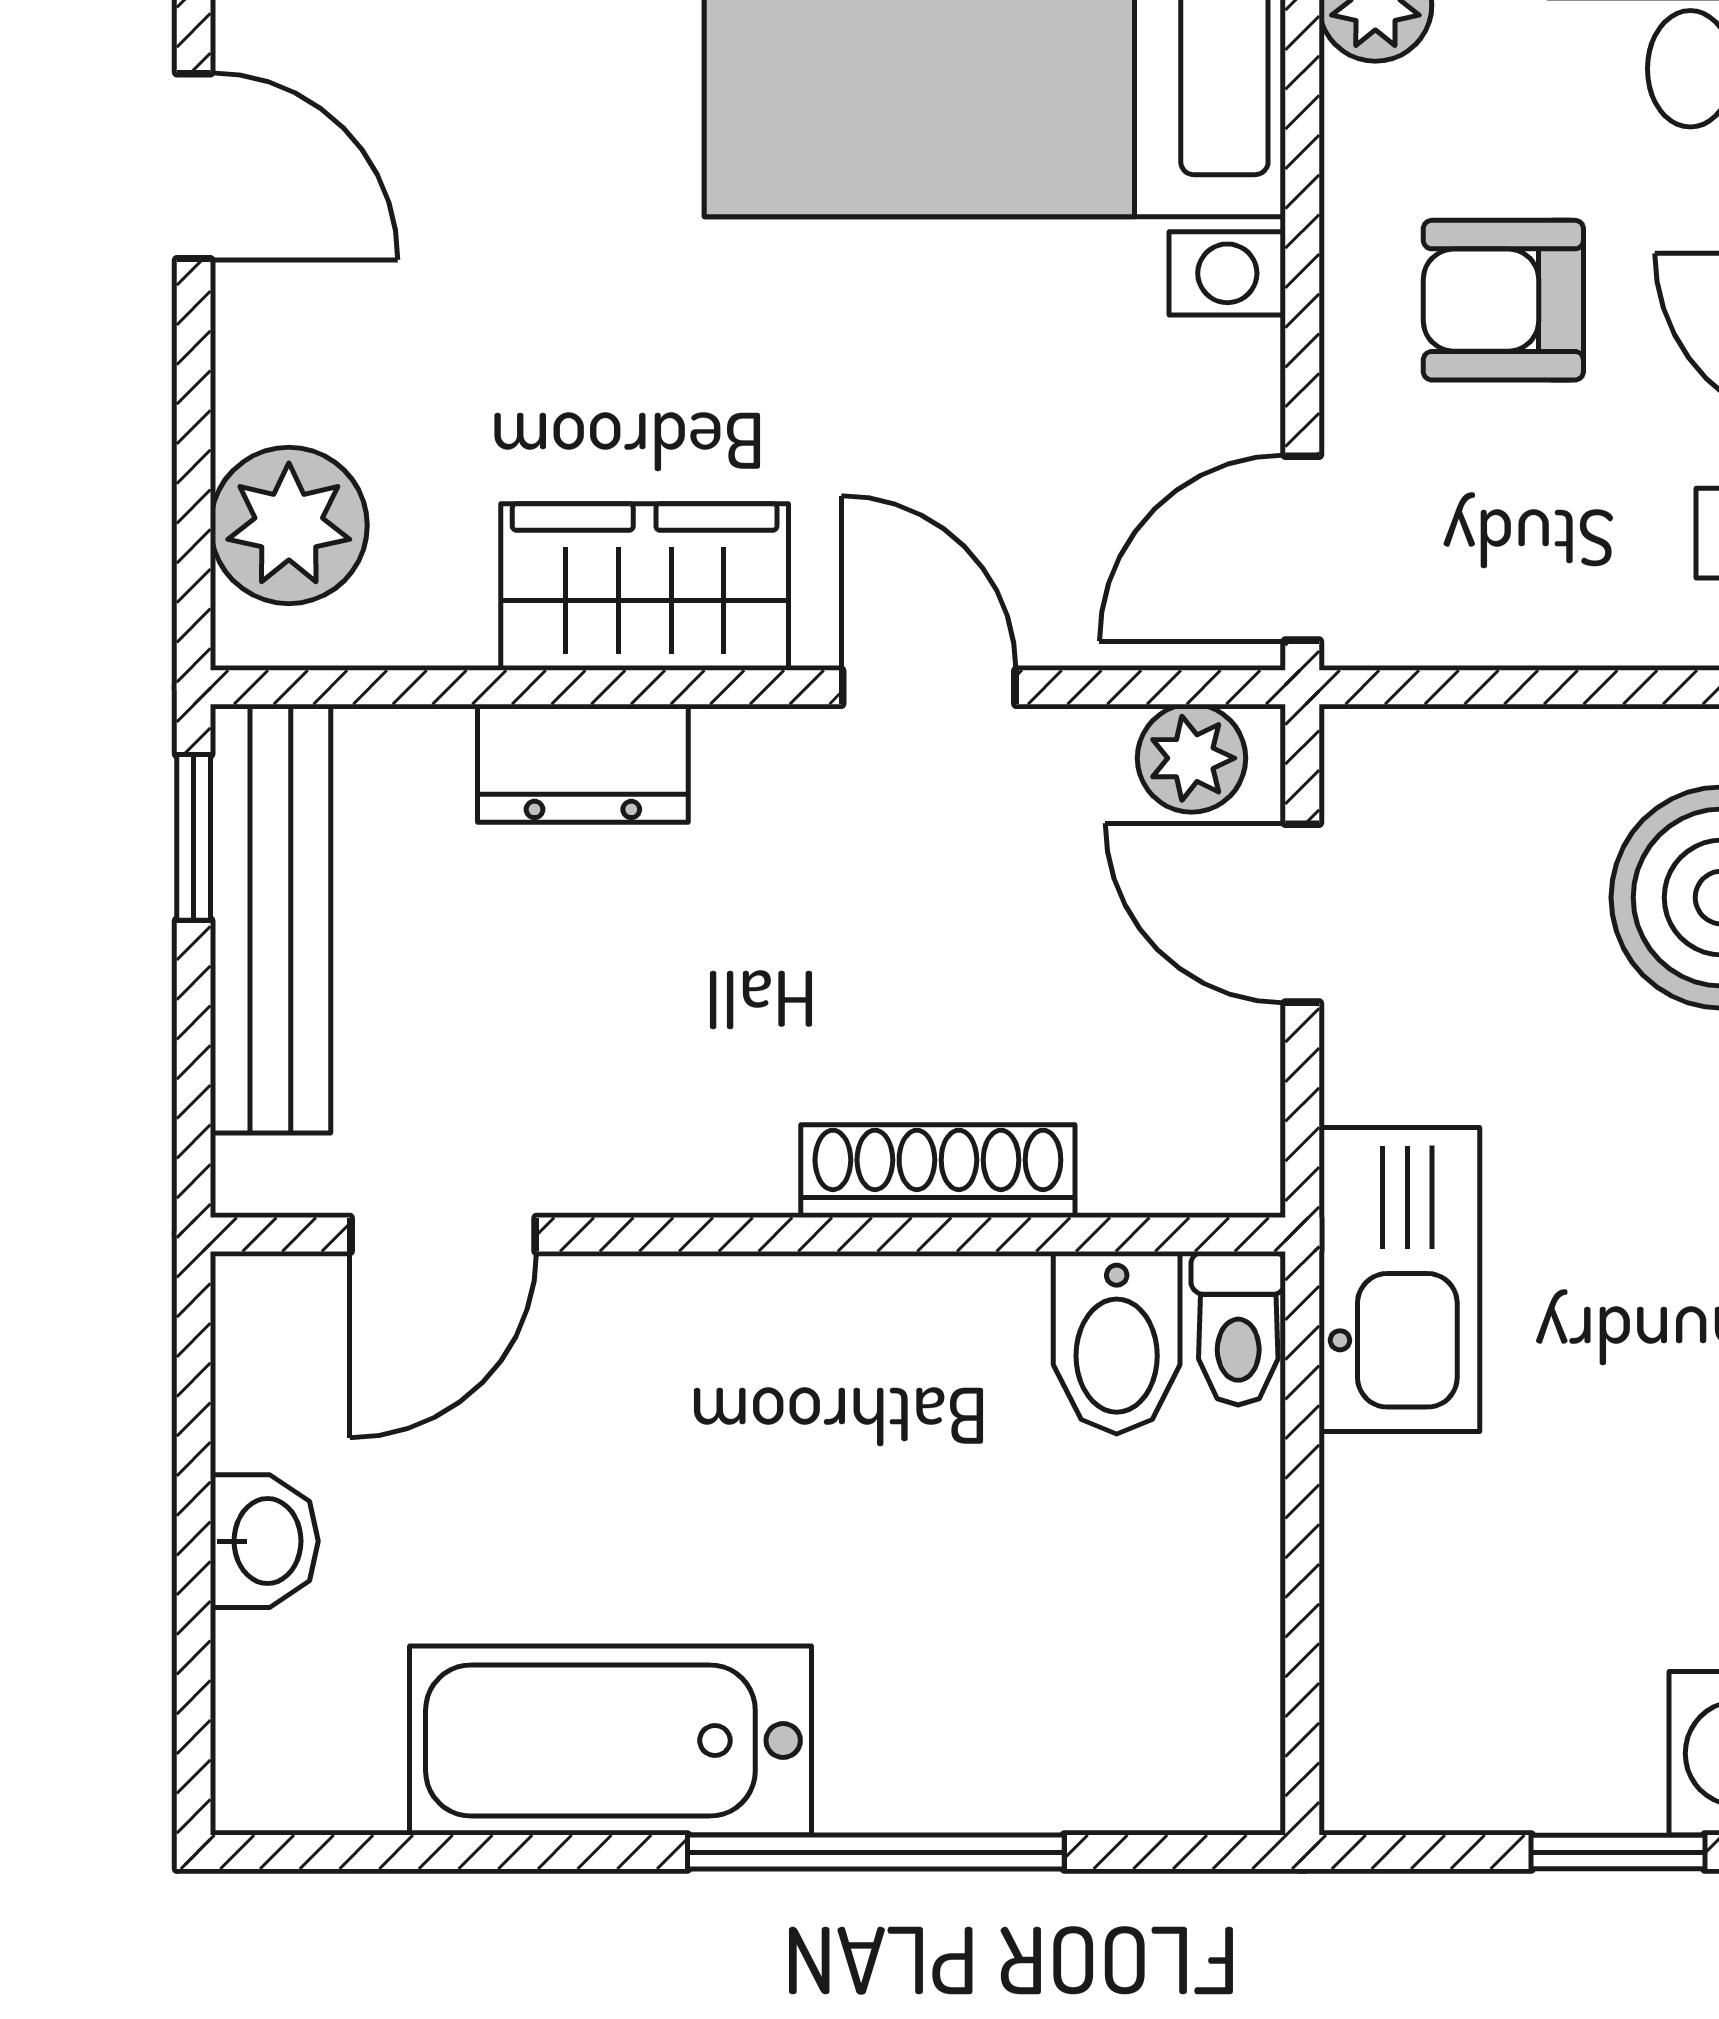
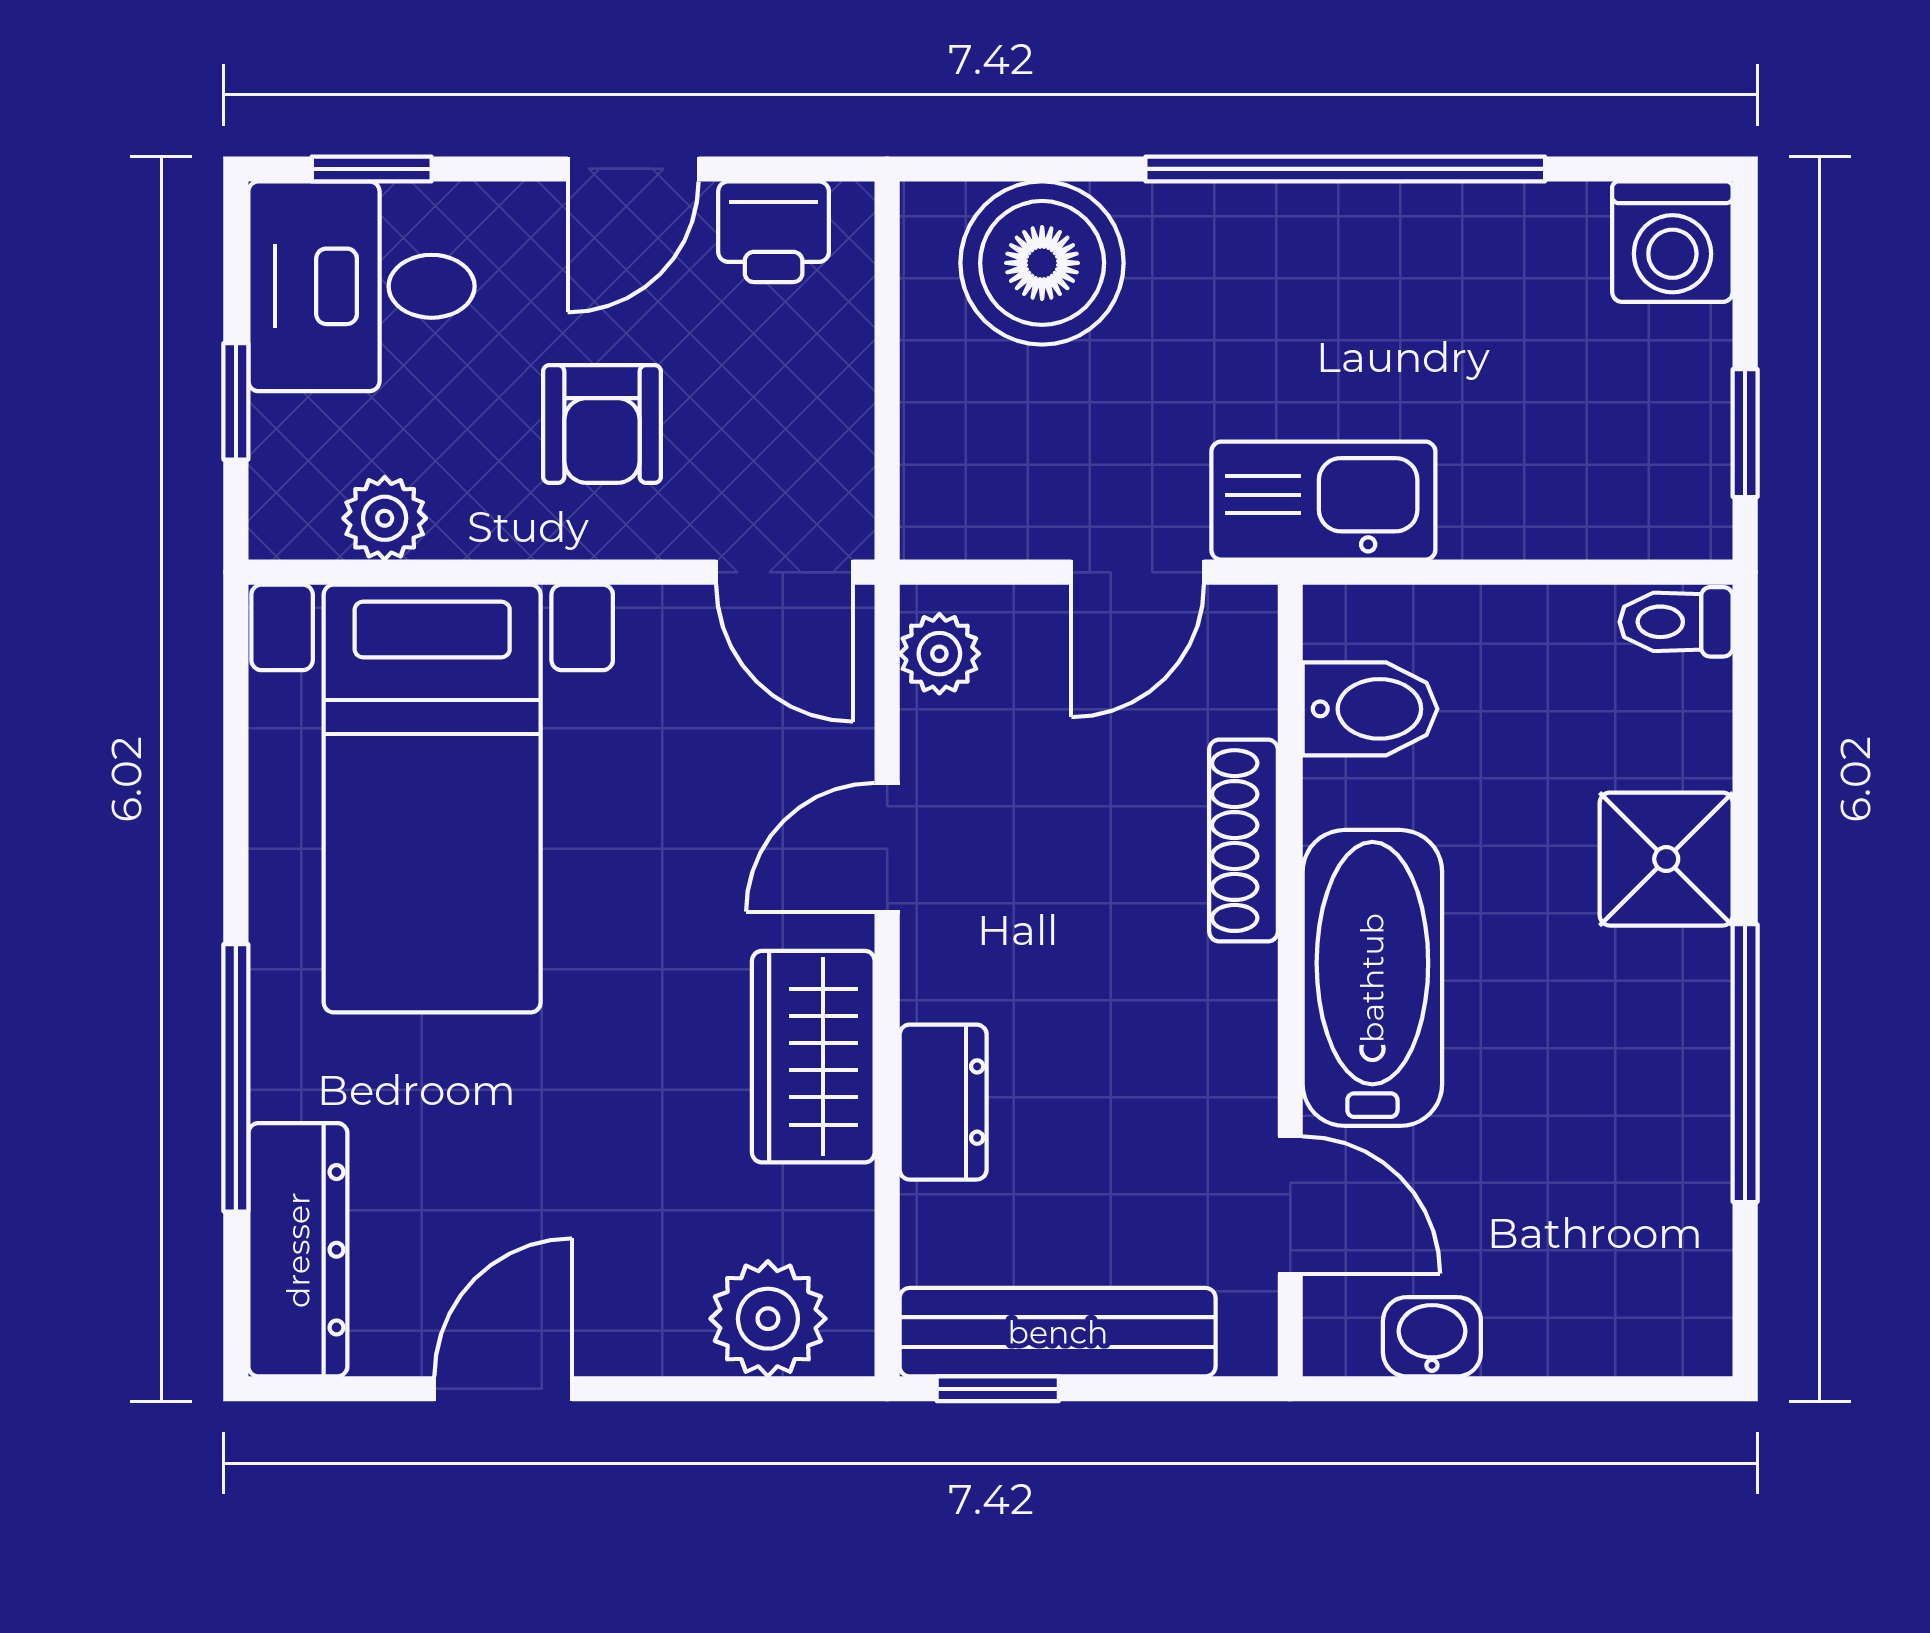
door: (1302, 913) -> (1138, 572), moved
toilet: (1238, 1328) -> (1676, 622), moved, turned 180
washbasin: (264, 1541) -> (1432, 1337), moved
bathtub: (610, 1740) -> (1372, 978), moved, turned 180
shower: (913, 1745) -> (1666, 859), added
window: (876, 1852) -> (1745, 1063), moved
window: (1618, 1852) -> (1745, 433), moved

